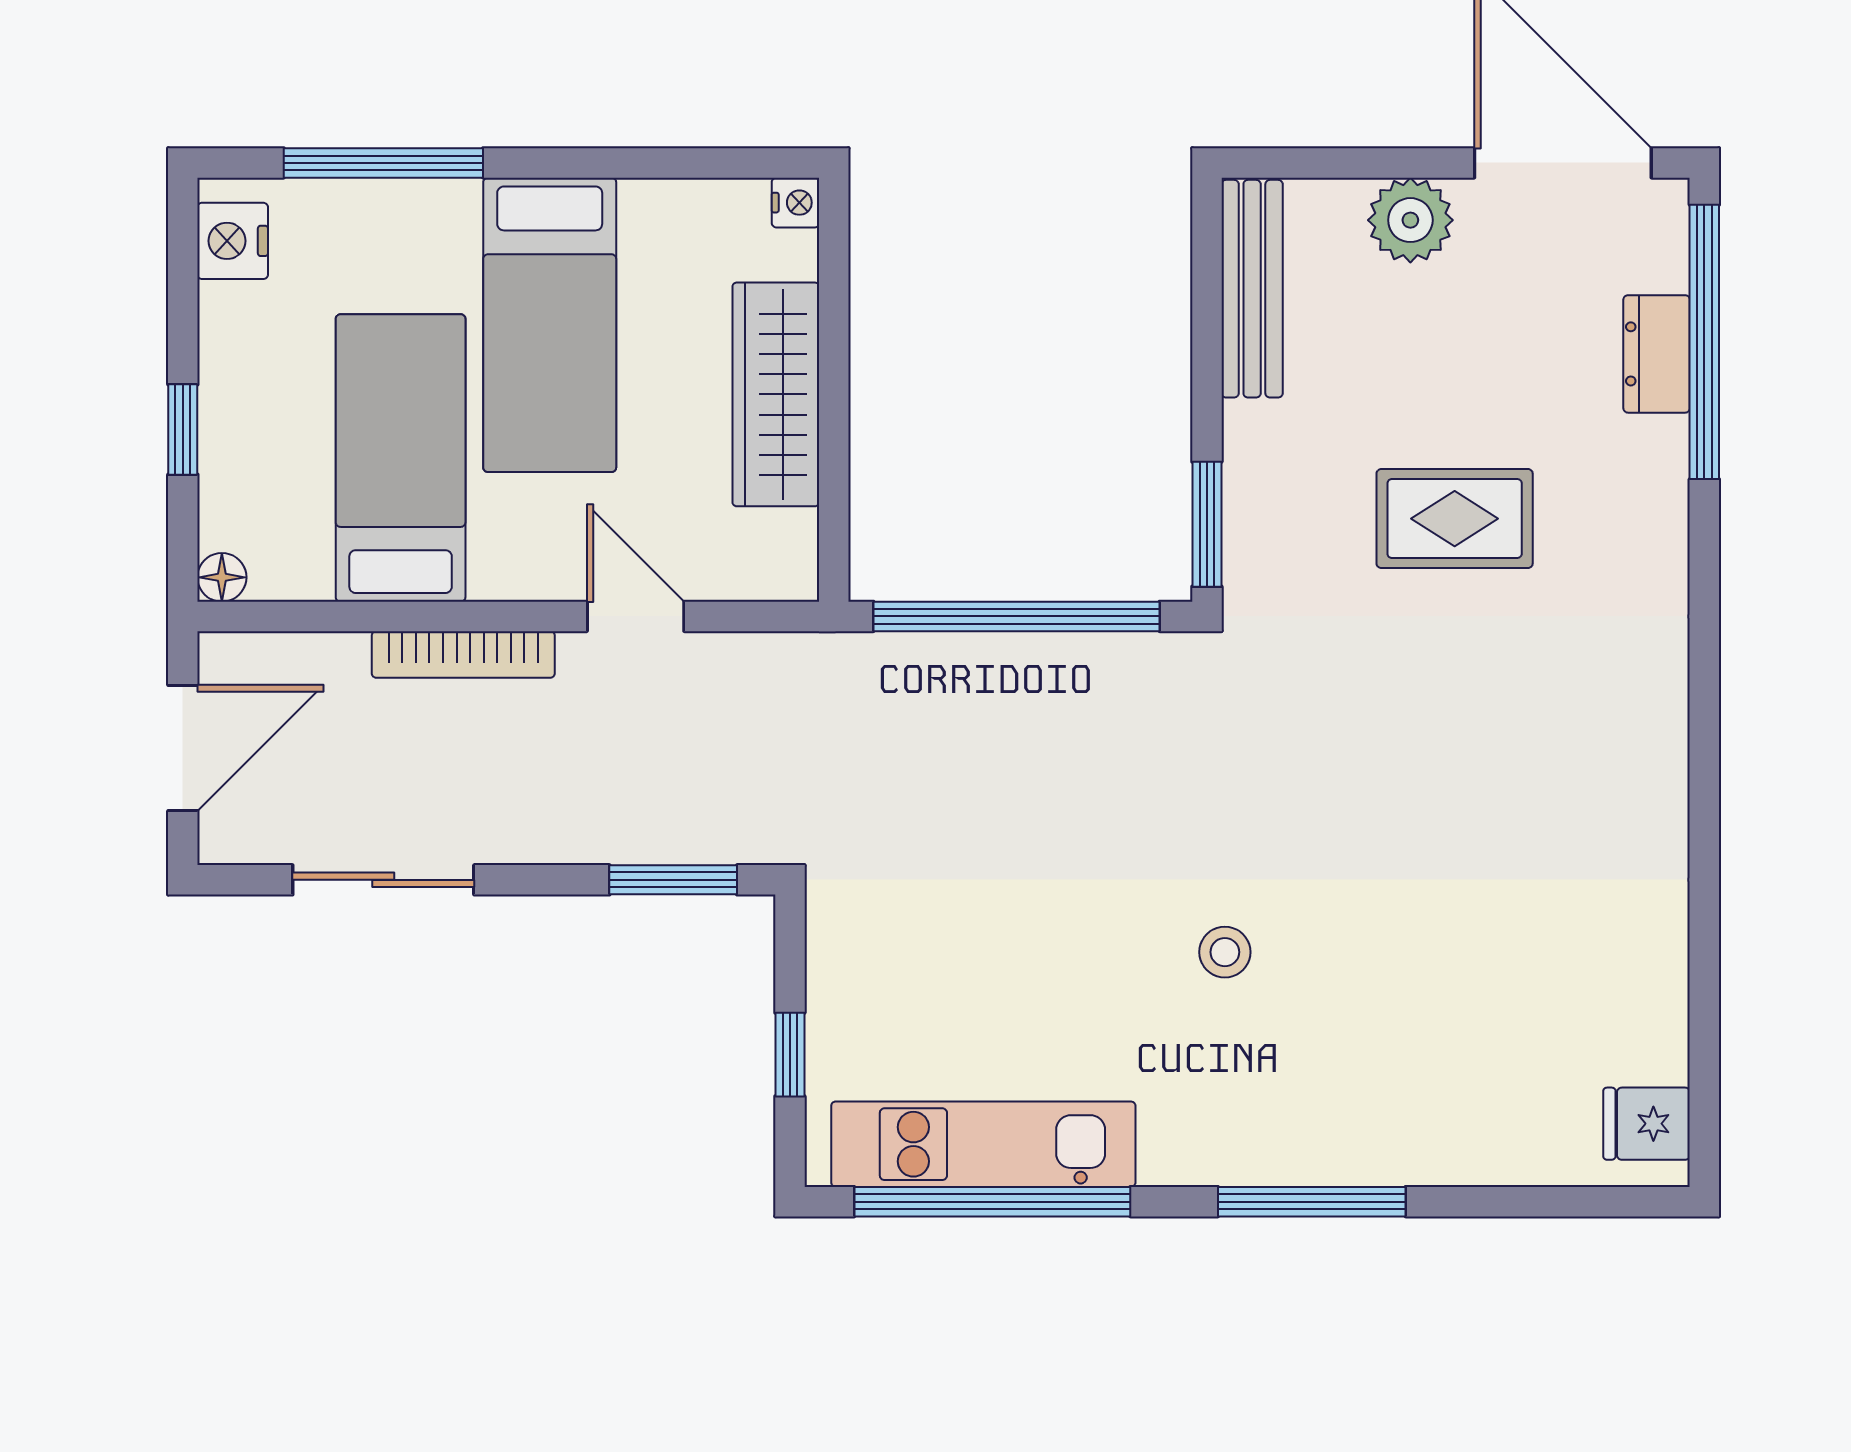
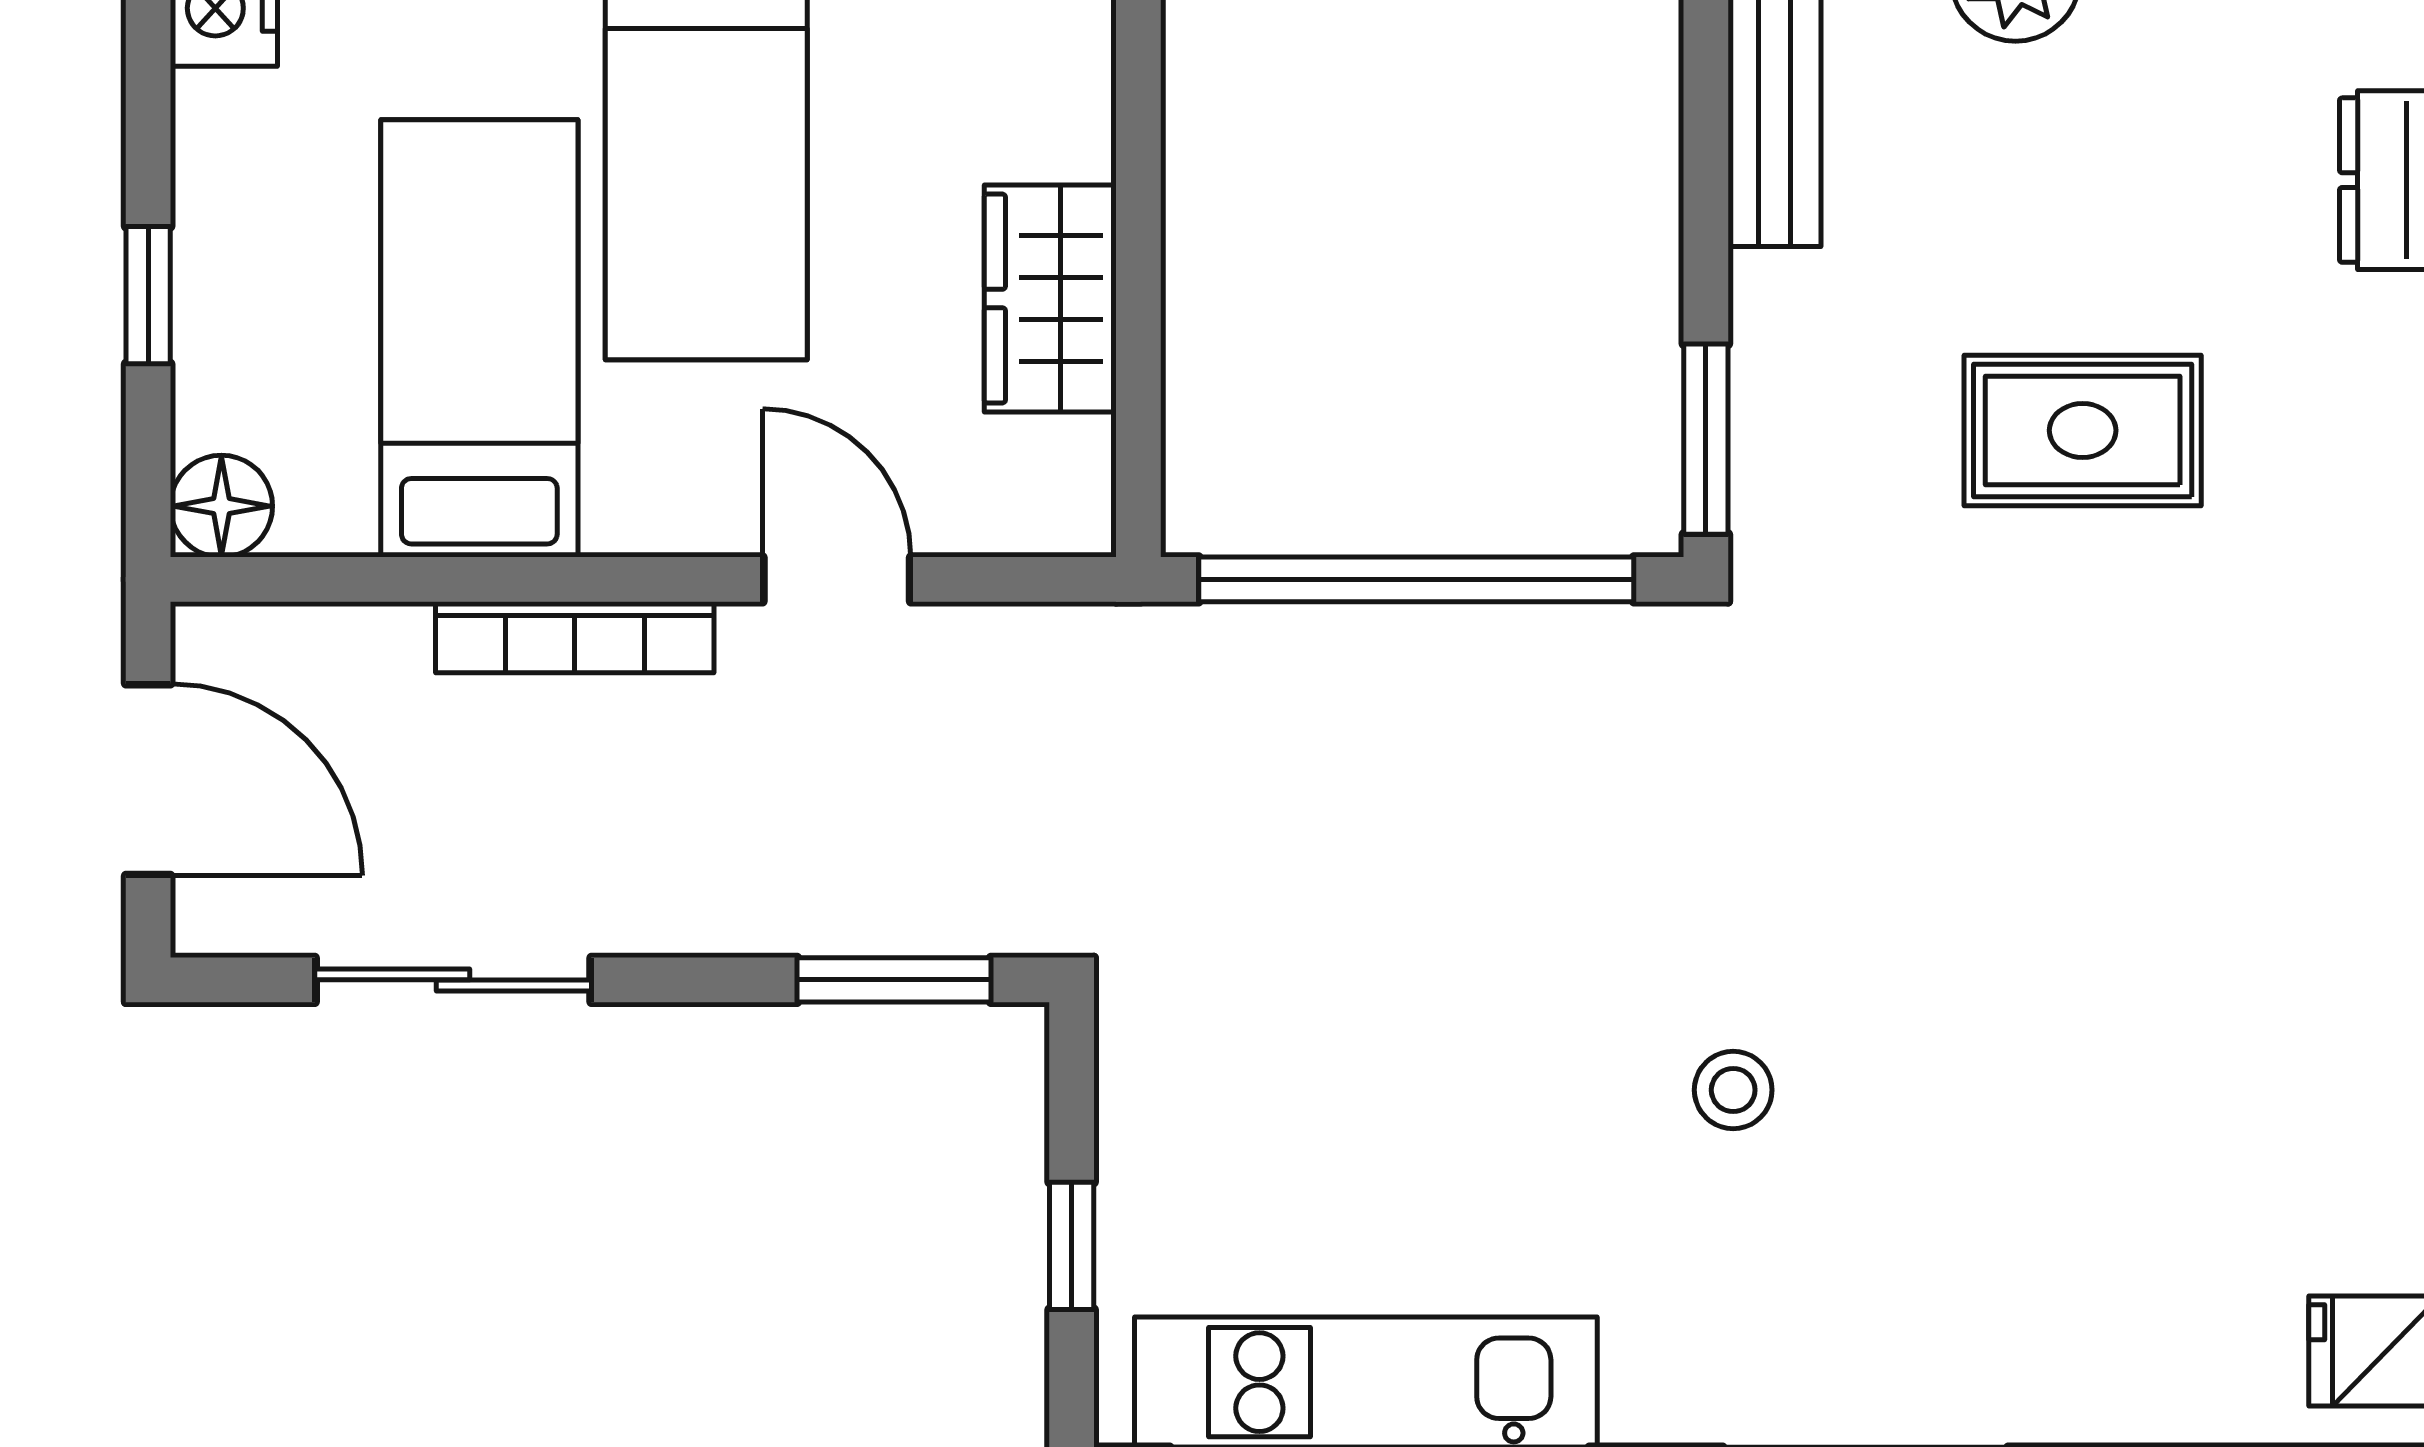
wardrobe: (776, 394) -> (1050, 299), width x0.67
floor lamp: (222, 577) -> (221, 506), width x1.37, depth x1.37
door: (183, 748) -> (148, 780), hinge flipped

